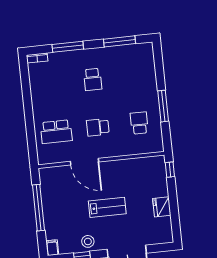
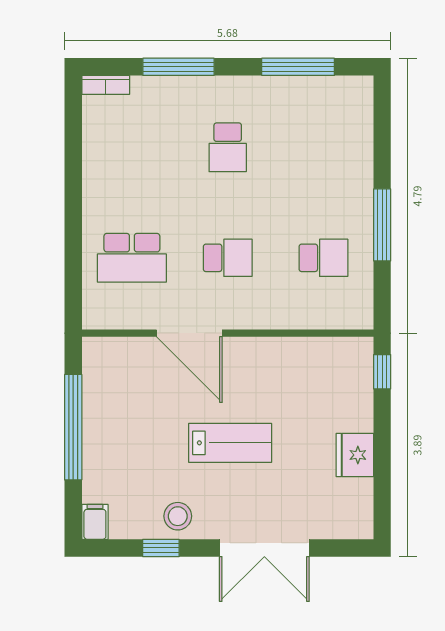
school desk: (139, 123) -> (323, 258), turned 90
school desk: (98, 127) -> (228, 258), turned 180

